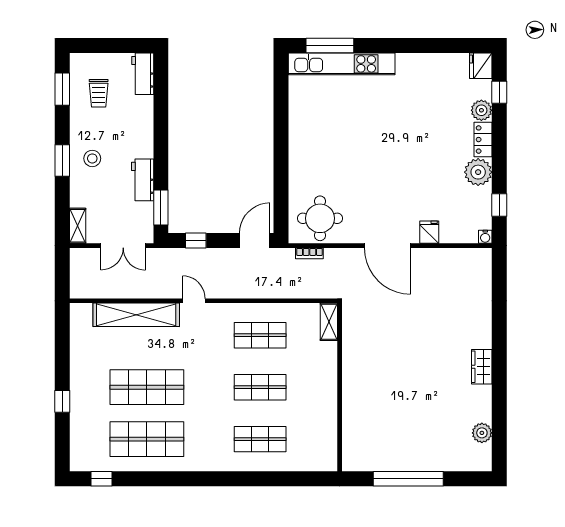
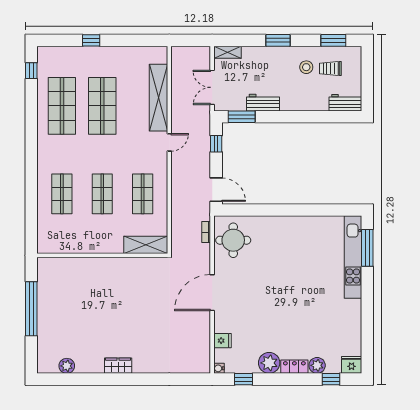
stool: (92, 158) -> (306, 67), moved
fridge: (429, 232) -> (222, 341), moved
shelving: (329, 322) -> (146, 245), width x1.50, depth x1.33

